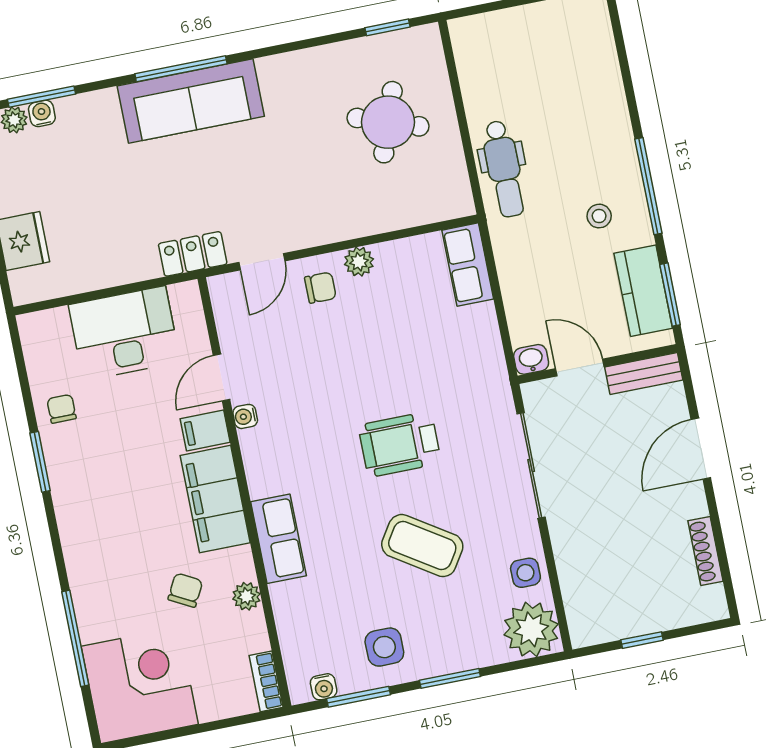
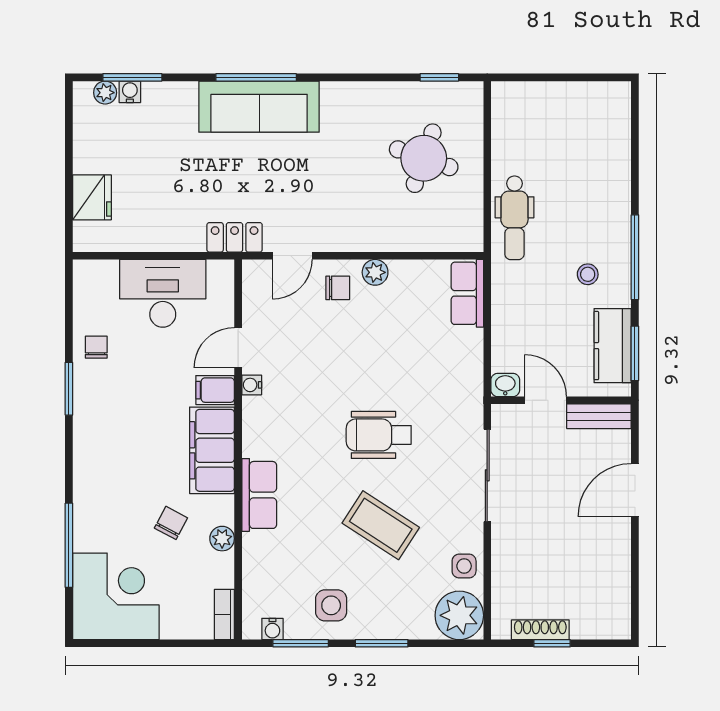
shoe rack: (705, 551) -> (540, 630), moved, turned 90

